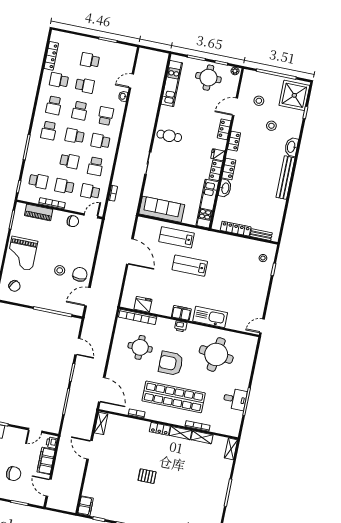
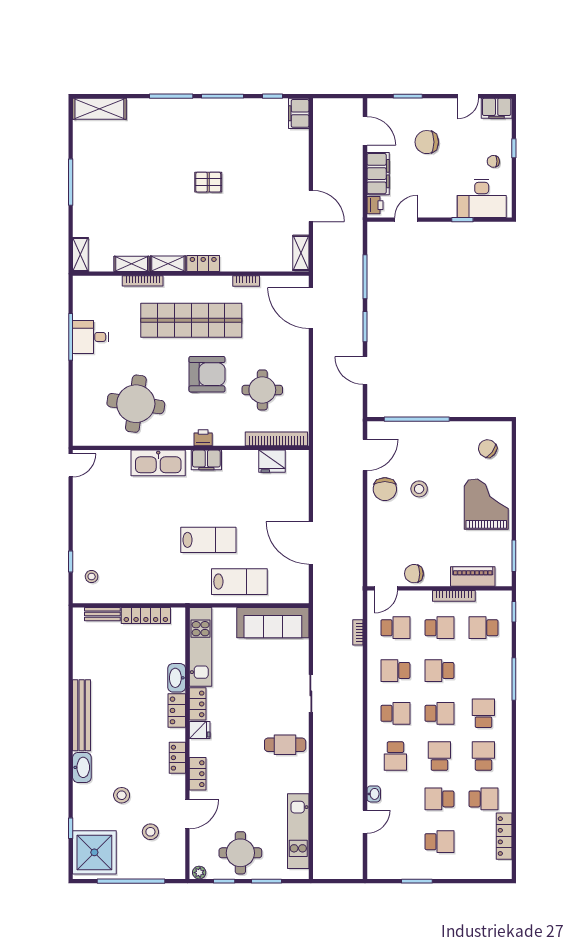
school desk: (95, 166) -> (395, 671), turned -90

